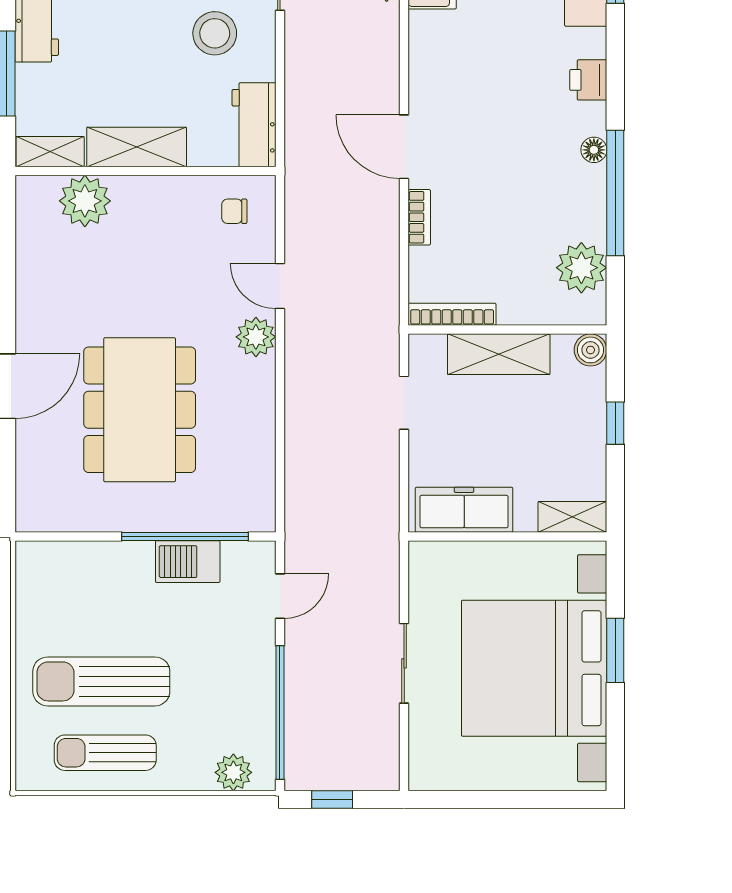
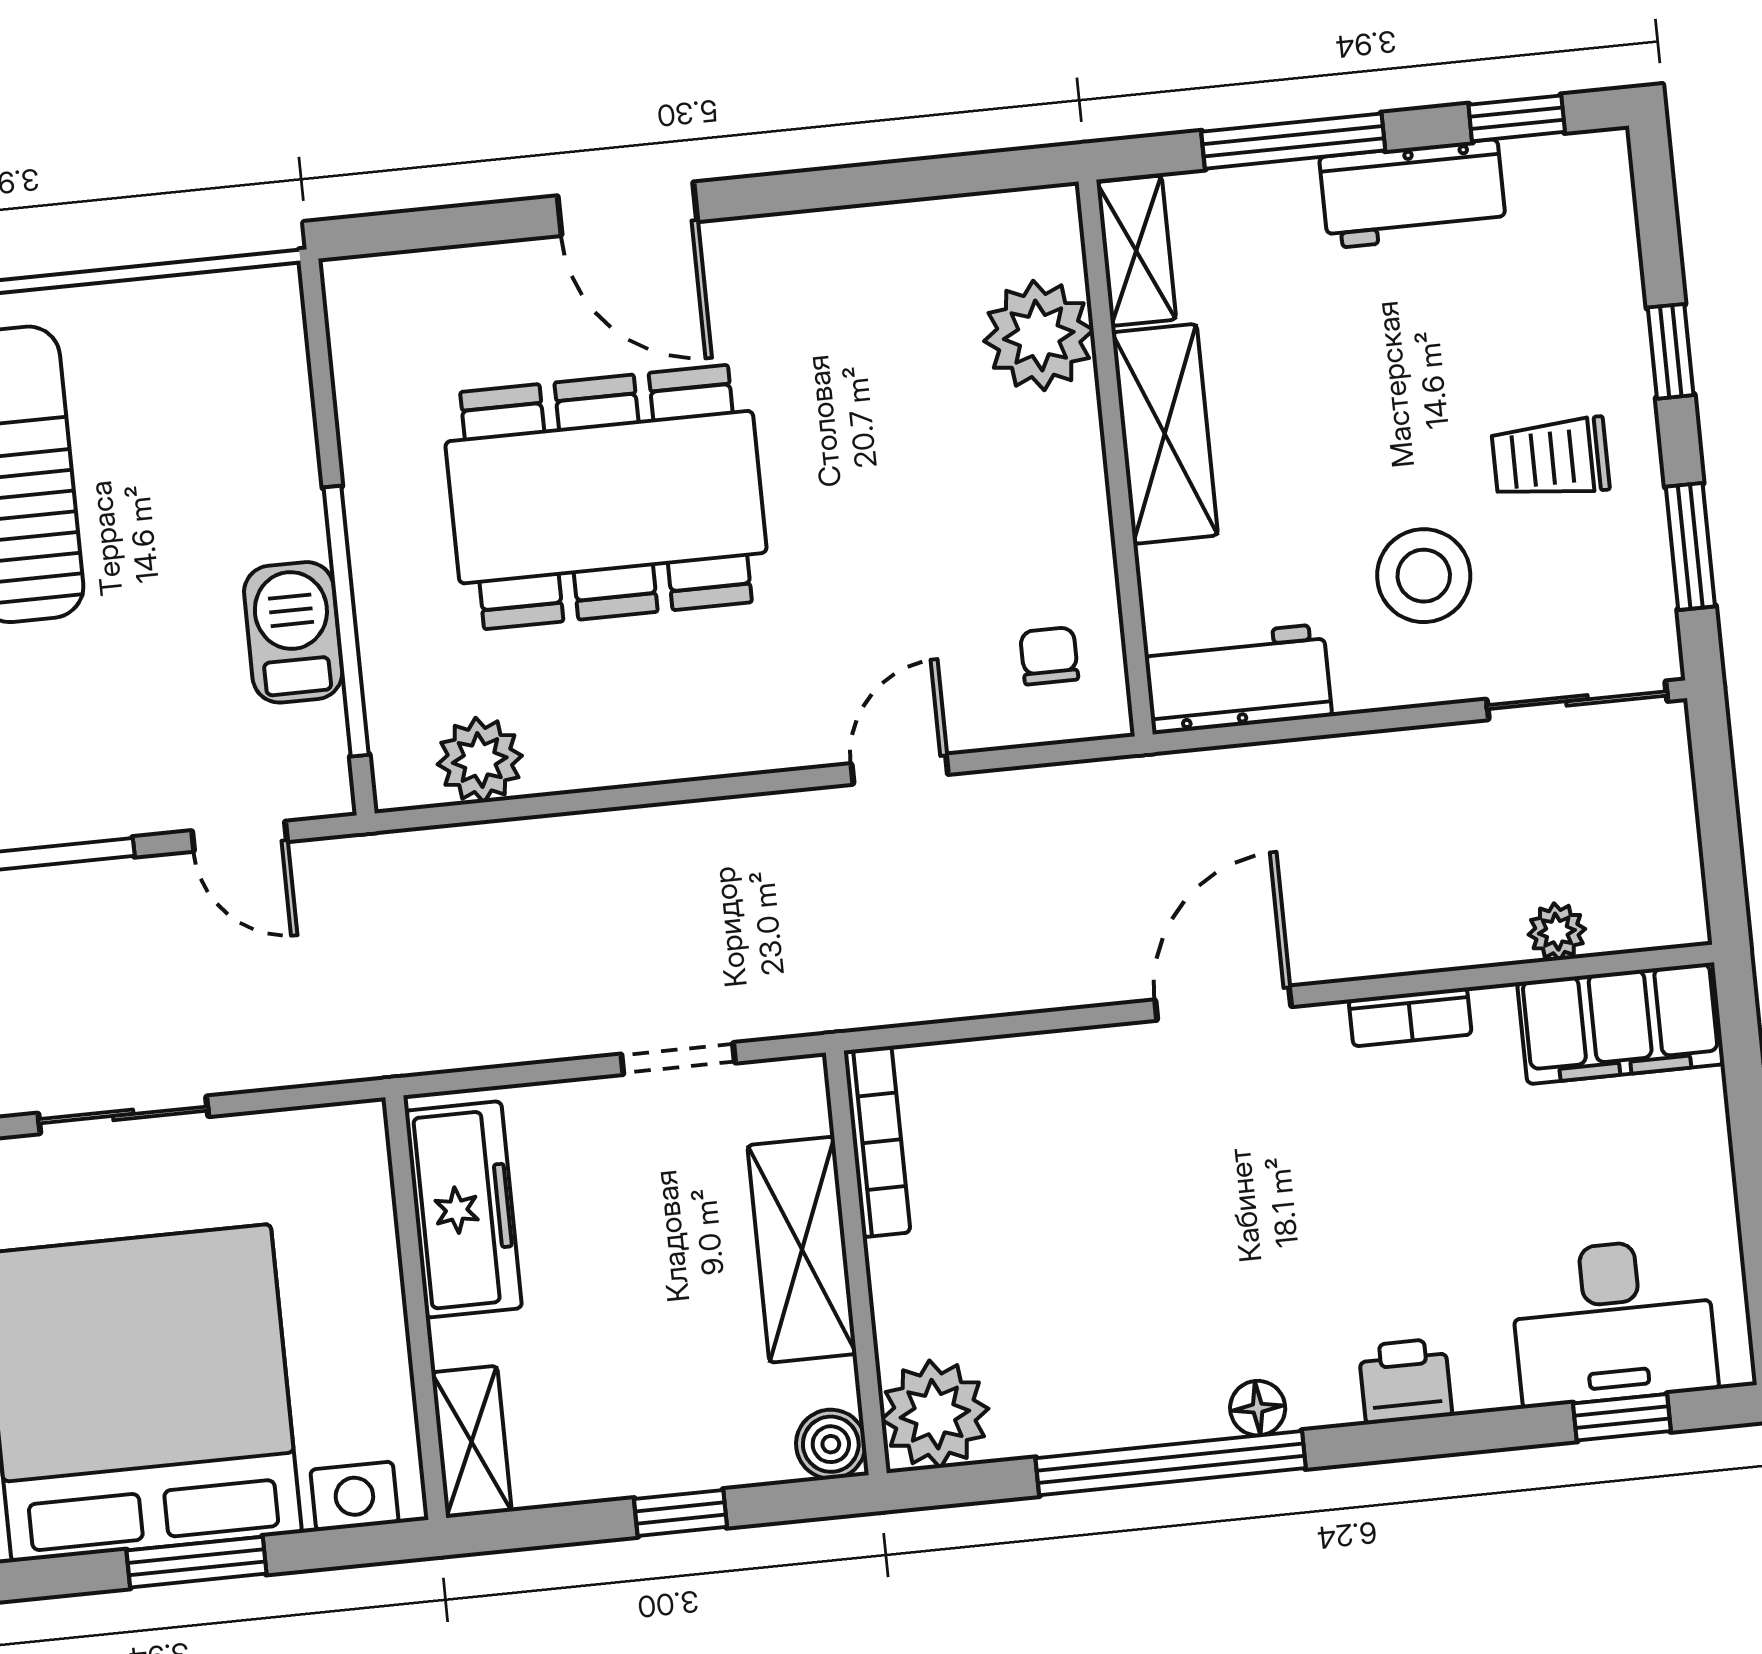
bookcase: (419, 217) -> (1410, 1017), moved
plant: (581, 268) -> (935, 1414), moved
plant: (256, 337) -> (480, 760), moved

